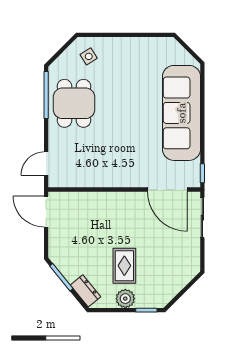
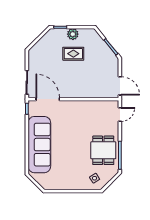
rug: (124, 266) -> (73, 54), turned 90
dresser: (85, 291) -> (96, 39), removed

